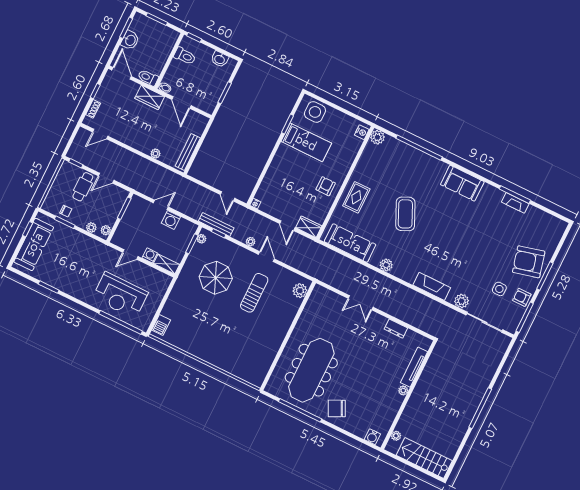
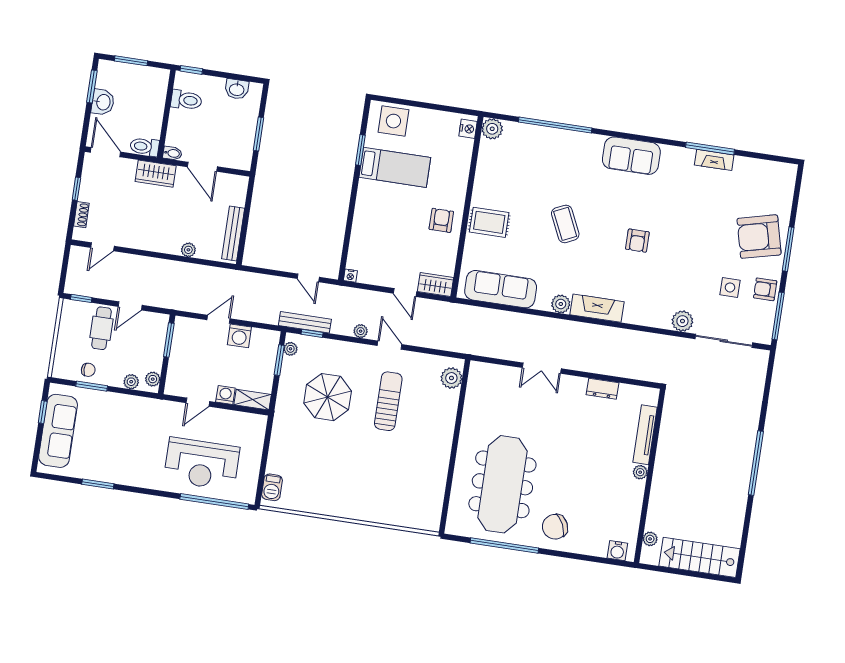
rug: (356, 197) -> (489, 222), turned 90
coffee table: (405, 214) -> (565, 224), width x0.73, depth x0.76
armchair: (449, 240) -> (637, 241), added
fireplace: (432, 286) -> (597, 308), moved

